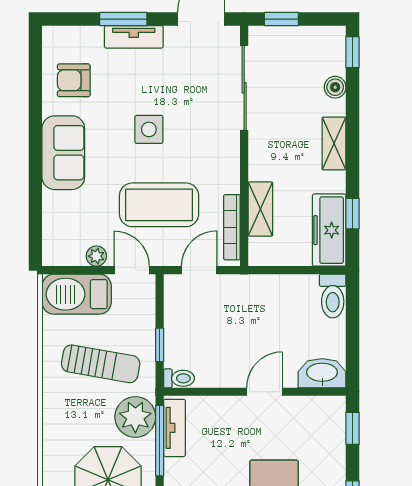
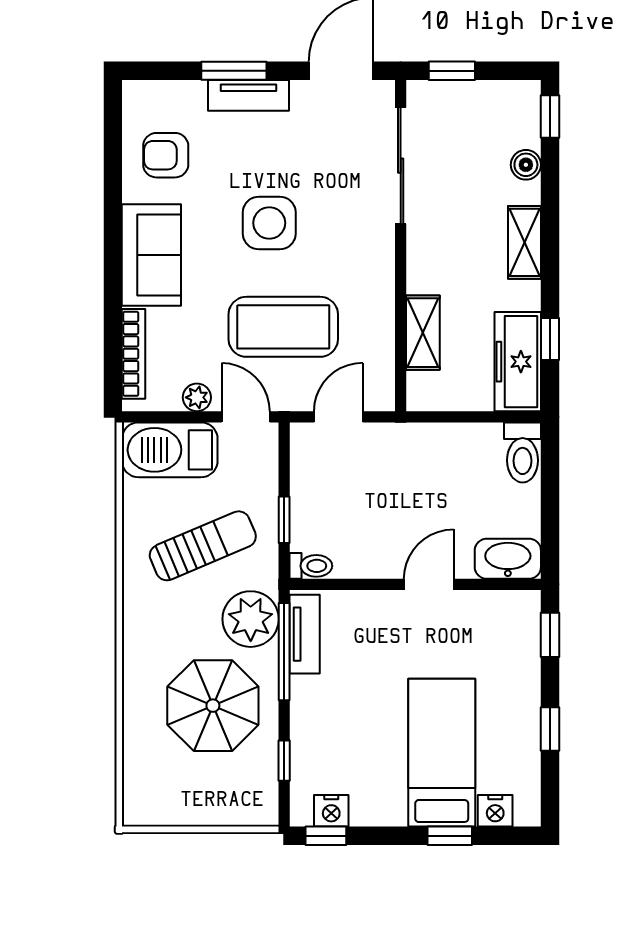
side table: (149, 129) -> (269, 223), width x1.37, depth x1.37
bookcase: (232, 227) -> (134, 354), moved, turned 180
sun lounger: (101, 364) -> (203, 546), turned -33

